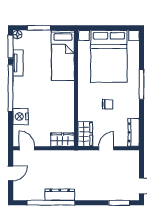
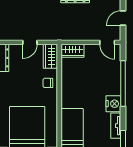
window: (11, 88) -> (123, 84), moved
chair: (108, 104) -> (48, 83), moved
nightstand: (21, 117) -> (113, 104), moved

